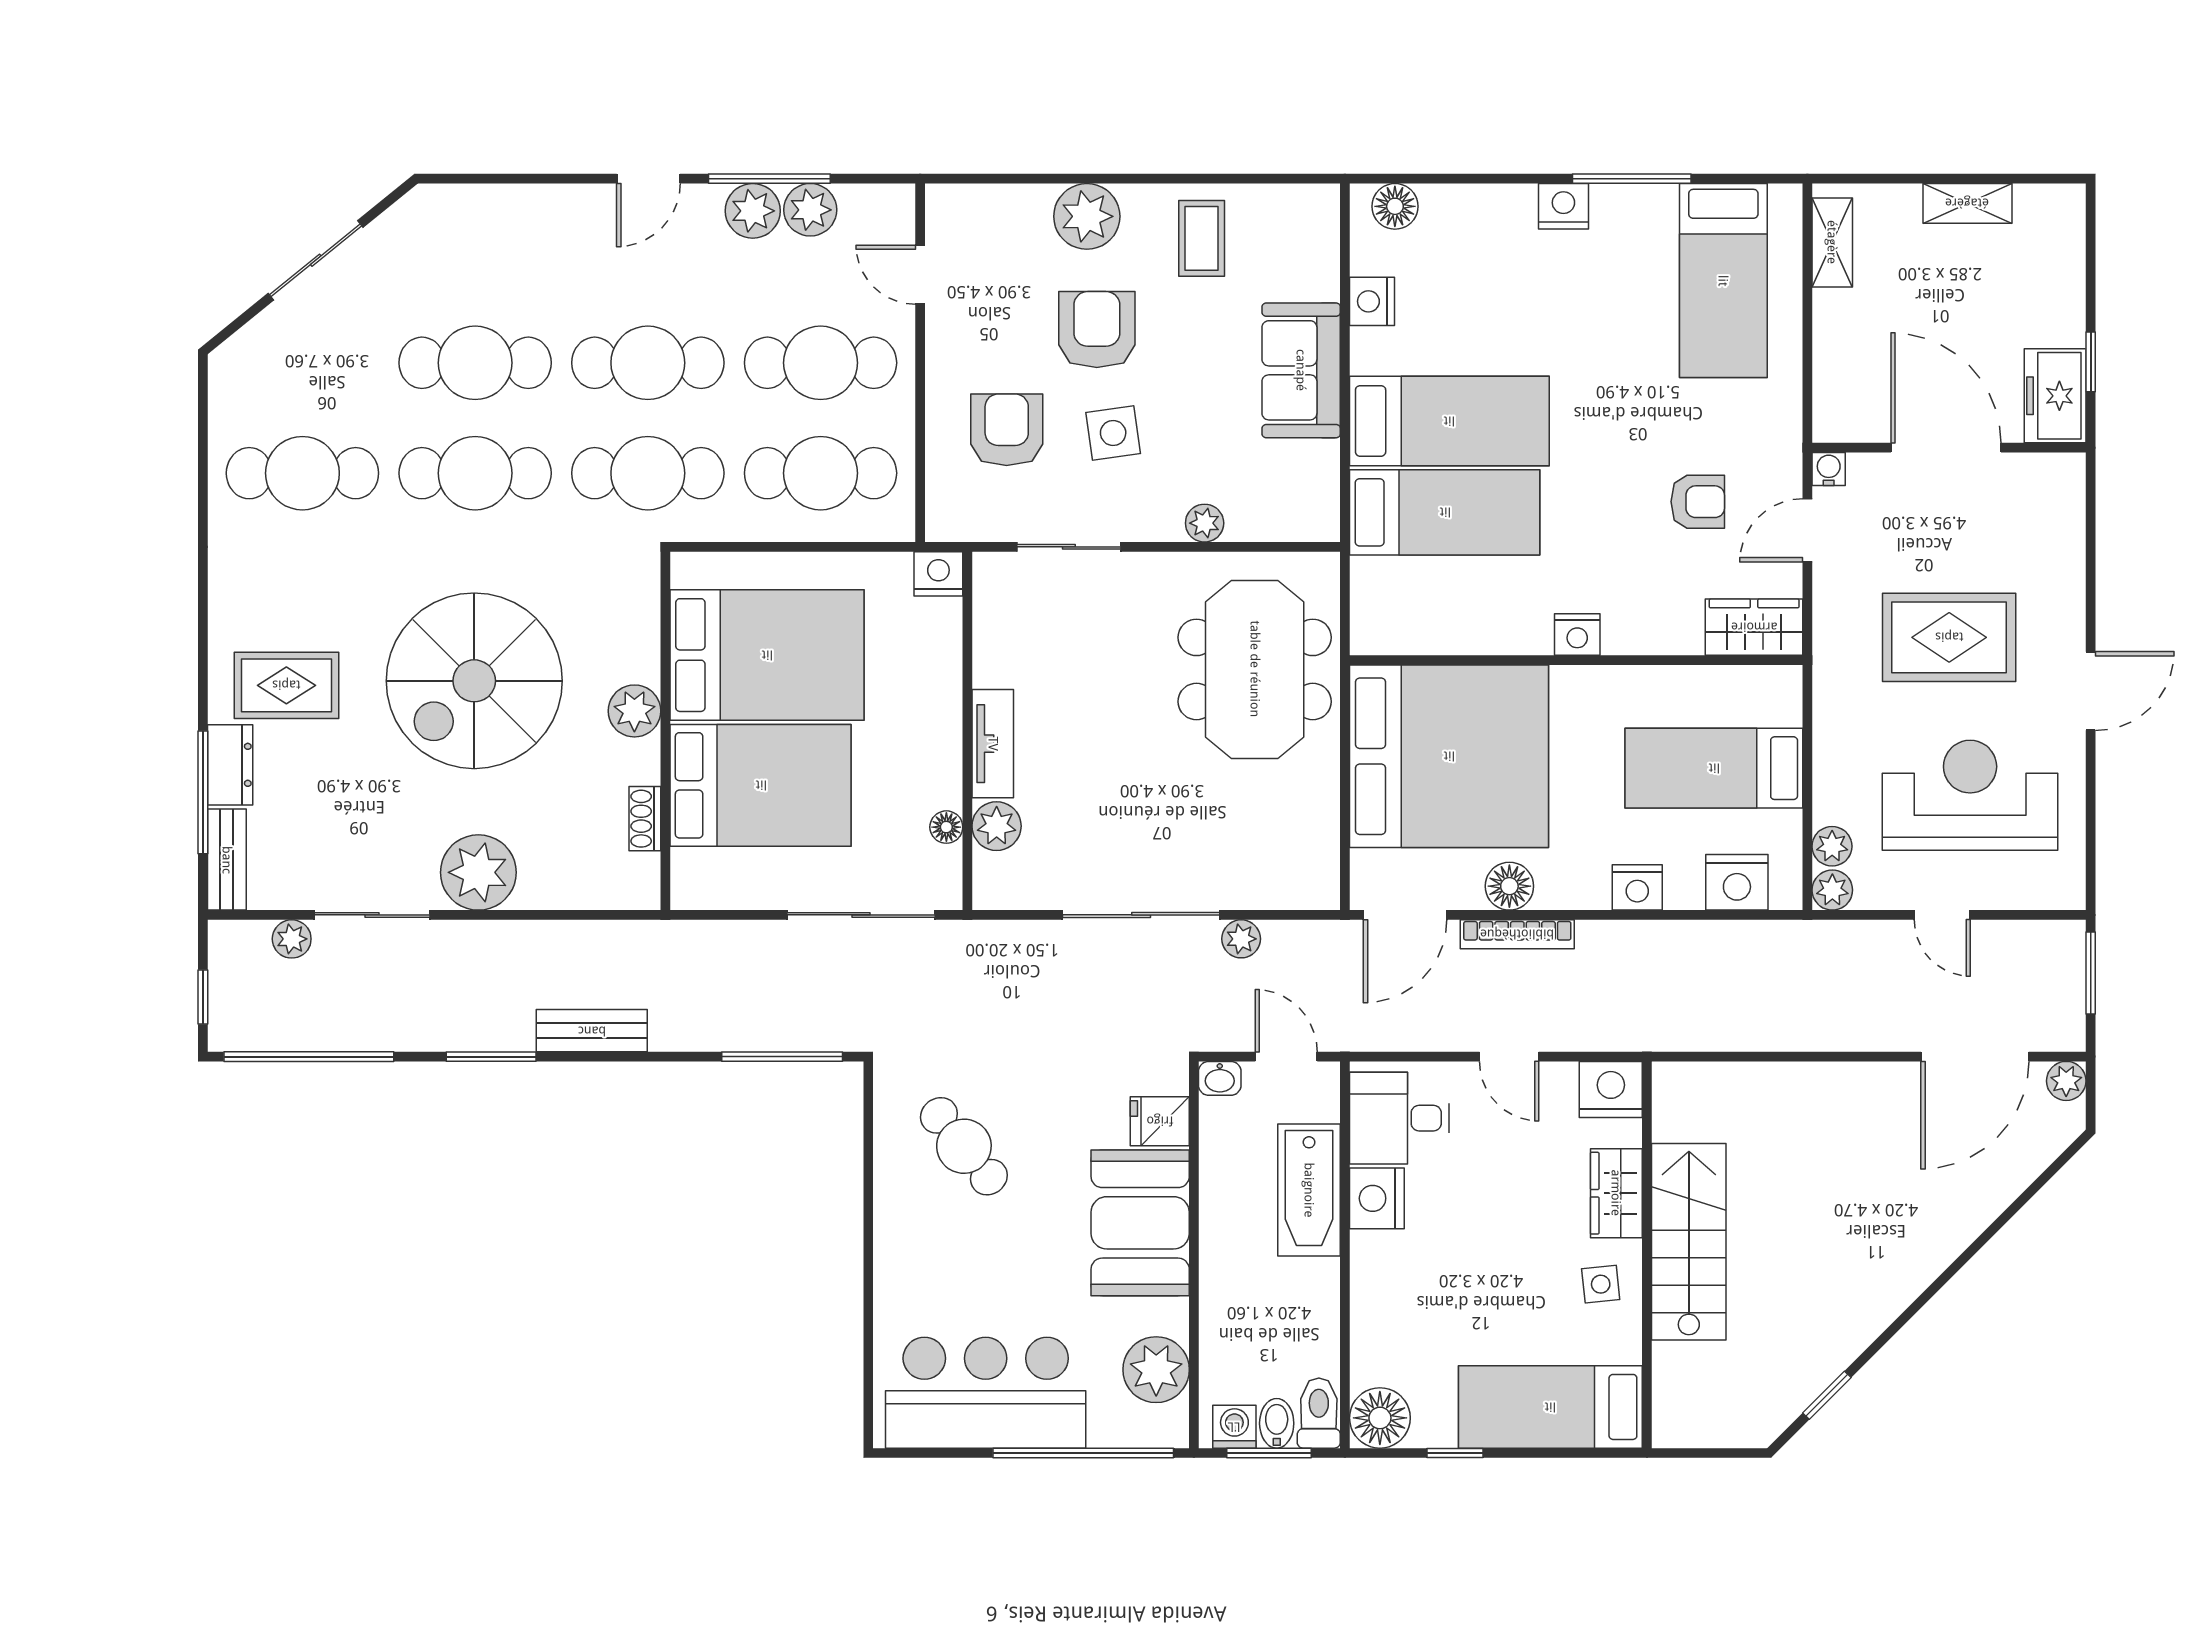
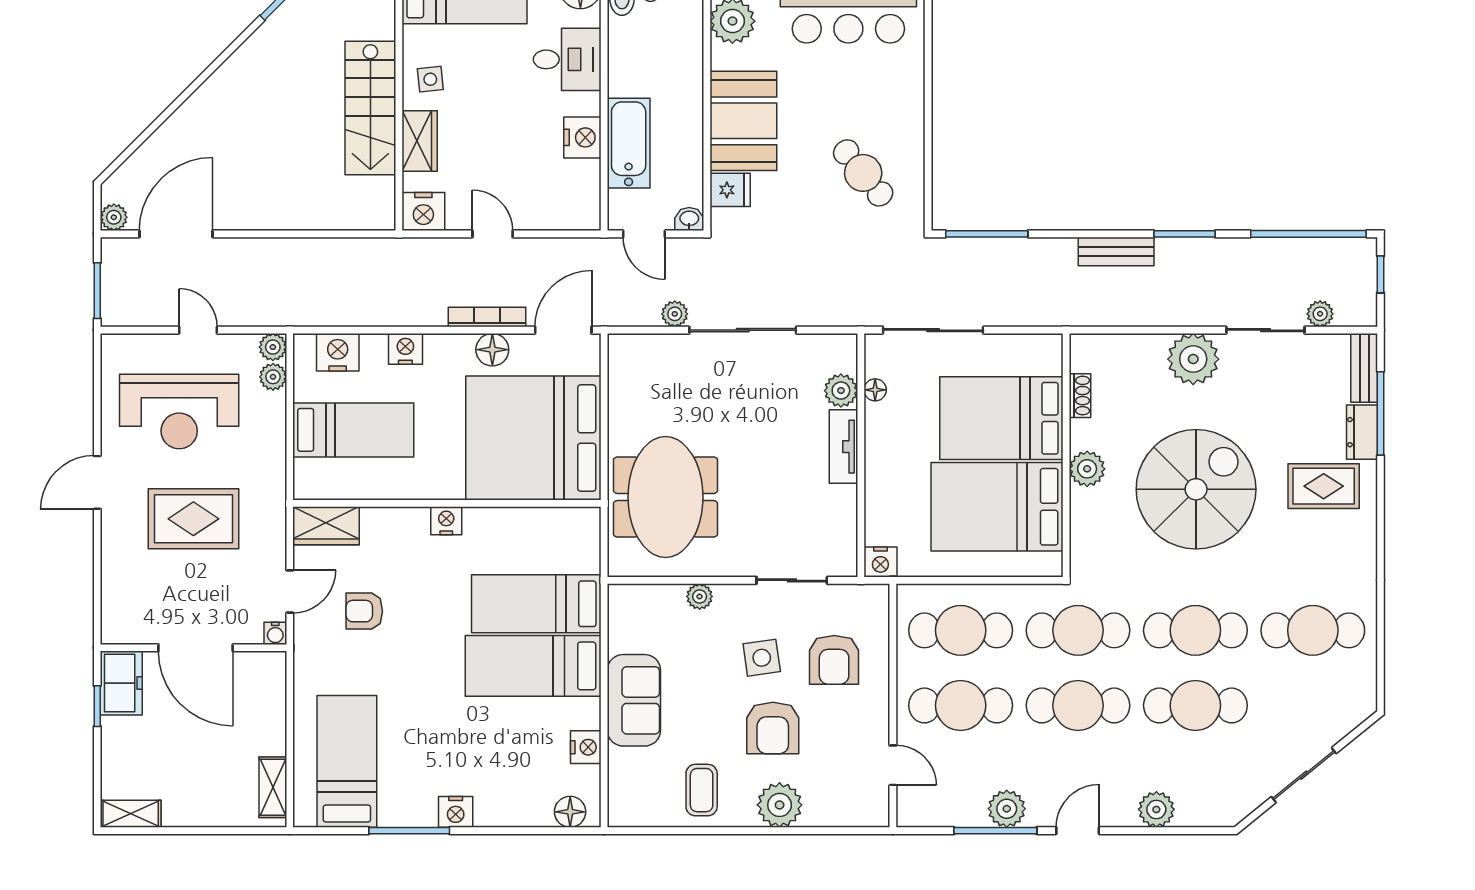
shelving: (1967, 203) -> (131, 814), moved
plant: (810, 210) -> (1156, 809), moved
desk: (1399, 1118) -> (567, 59), moved

